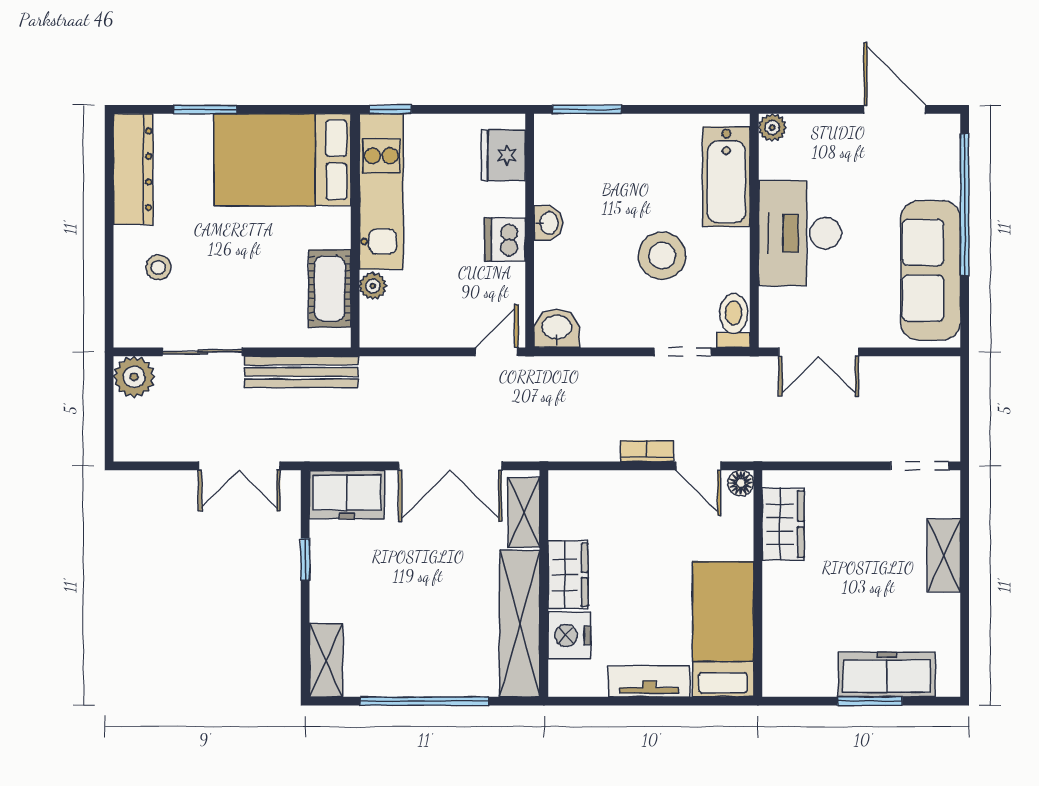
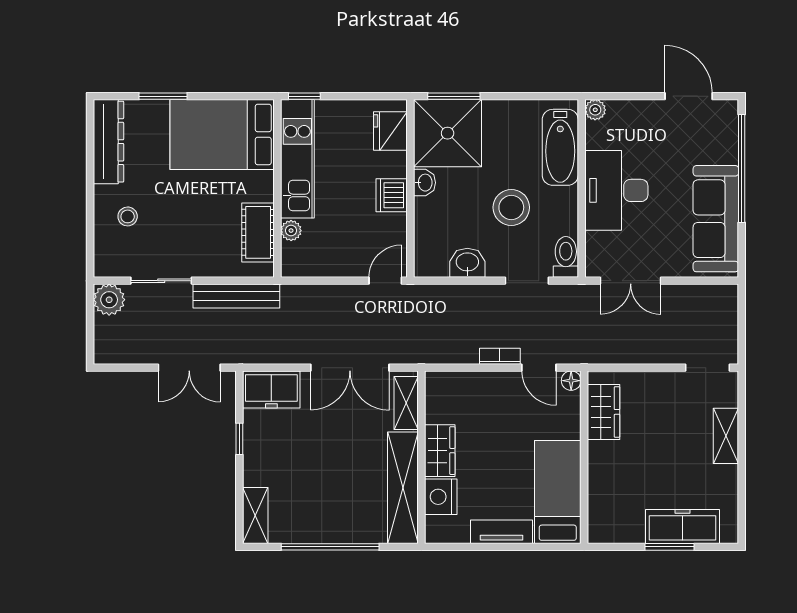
shower: (578, 158) -> (448, 133), added
washbasin: (557, 328) -> (467, 263), moved

